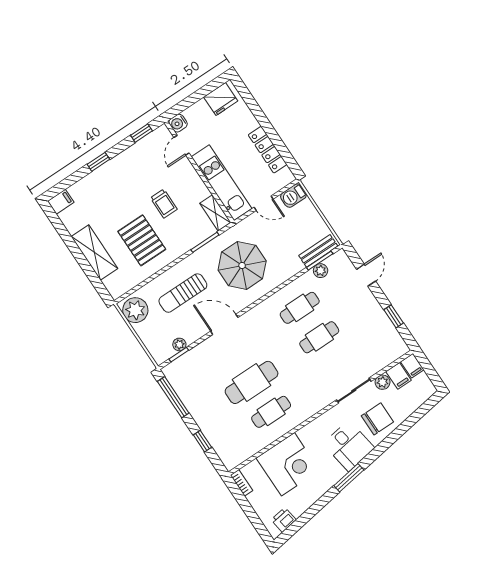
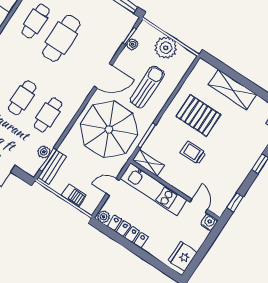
plant: (287, 176) -> (104, 217), added
barbecue: (293, 196) -> (74, 195), moved, turned 90
parasol: (242, 265) -> (109, 129), width x1.36, depth x1.36
plant: (135, 310) -> (166, 48), moved

